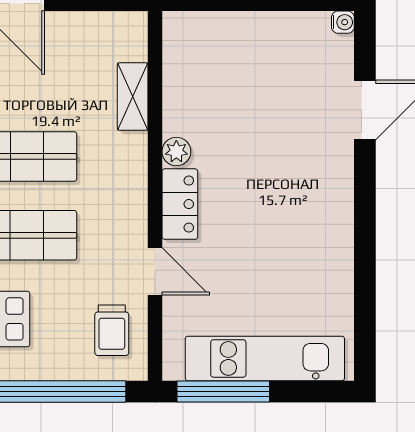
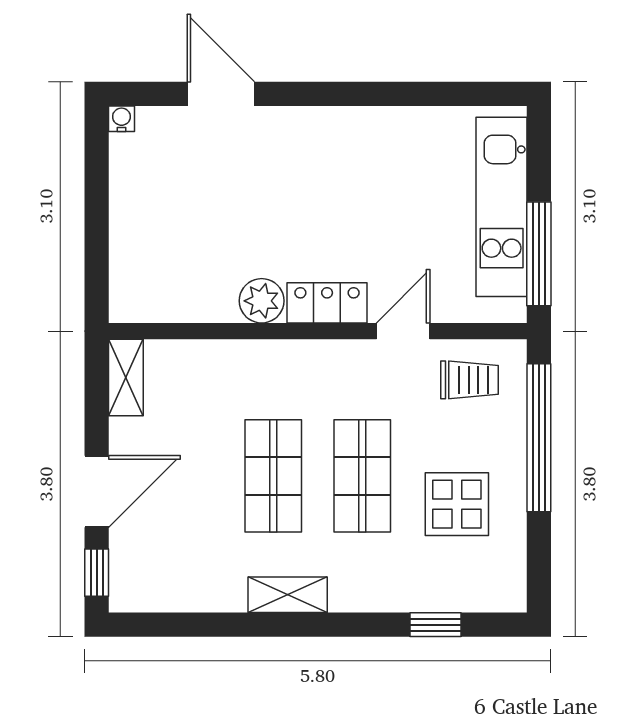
shelving: (133, 97) -> (126, 377), moved, turned 90
plant: (176, 152) -> (262, 301), width x1.38, depth x1.38

